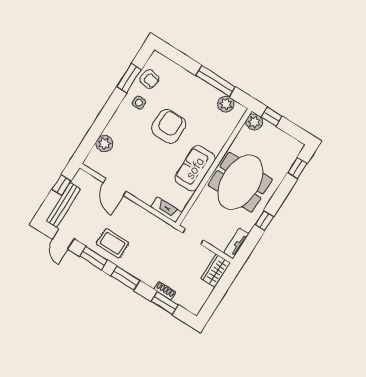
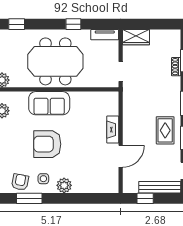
plant: (104, 144) -> (64, 185), moved
sofa: (195, 168) -> (49, 103), moved
fireplace: (166, 210) -> (113, 130), moved

